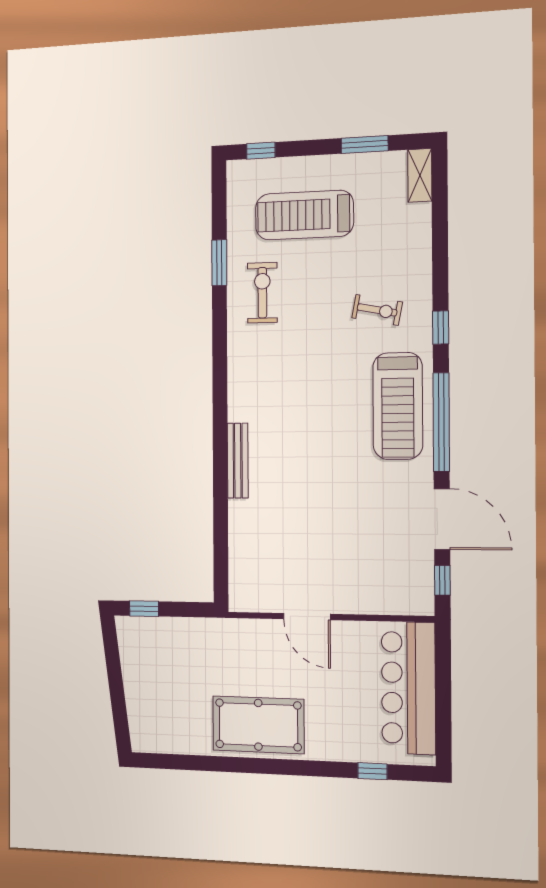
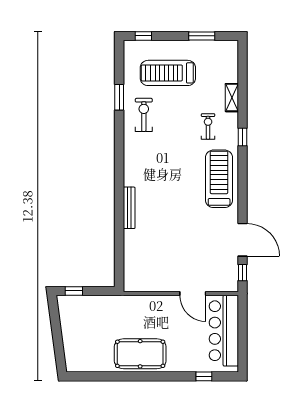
shelving: (420, 175) -> (232, 98), moved
exercise bike: (377, 310) -> (208, 126), turned -101
treadmill: (398, 406) -> (219, 179), turned 180
window: (441, 422) -> (243, 188), removed
door: (307, 617) -> (193, 294), moved

